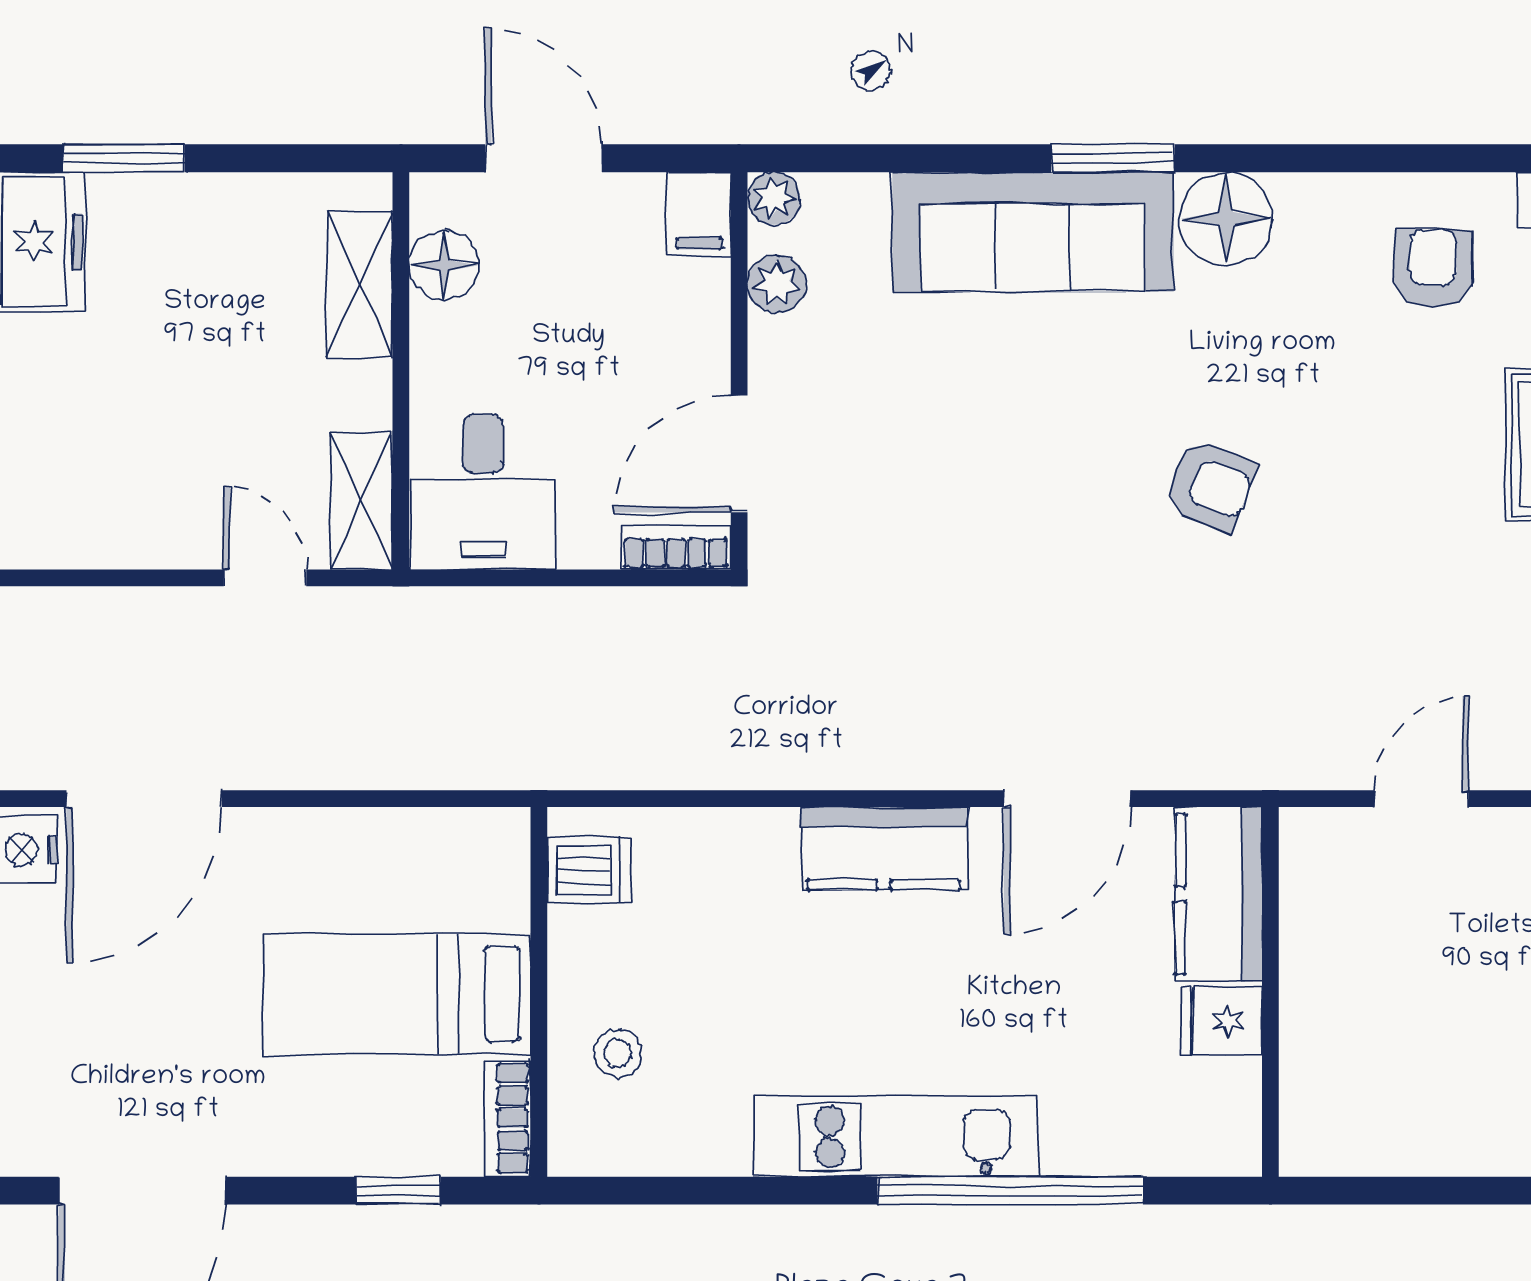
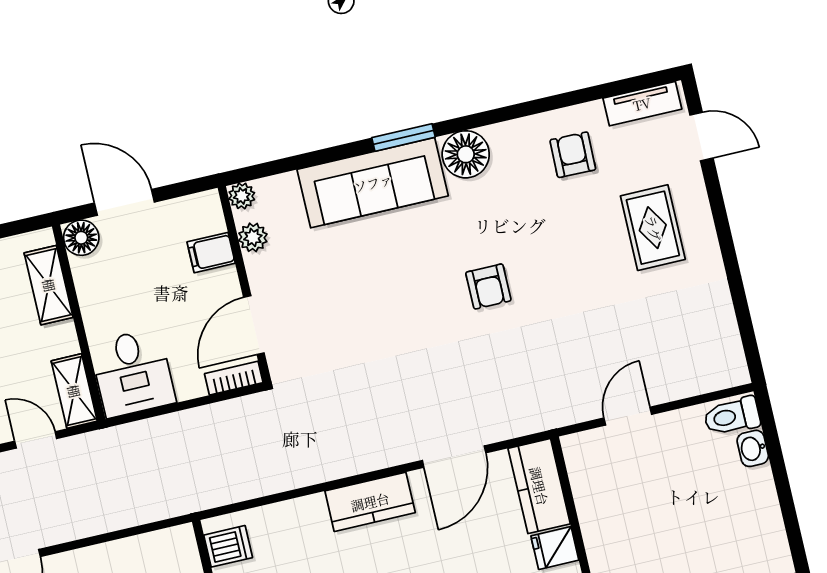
filing cabinet: (699, 214) -> (211, 253), moved, turned 90
floor lamp: (444, 265) -> (81, 238), moved
armchair: (1210, 485) -> (488, 286), turned 68

